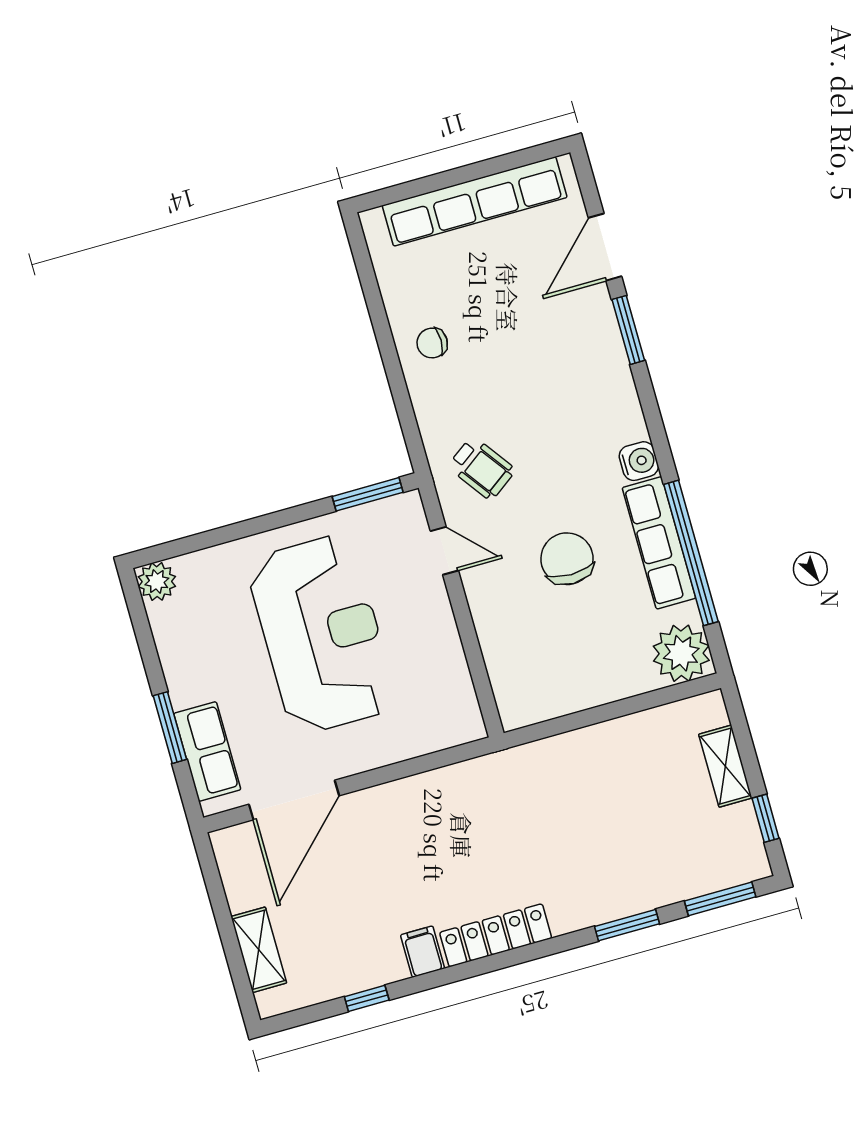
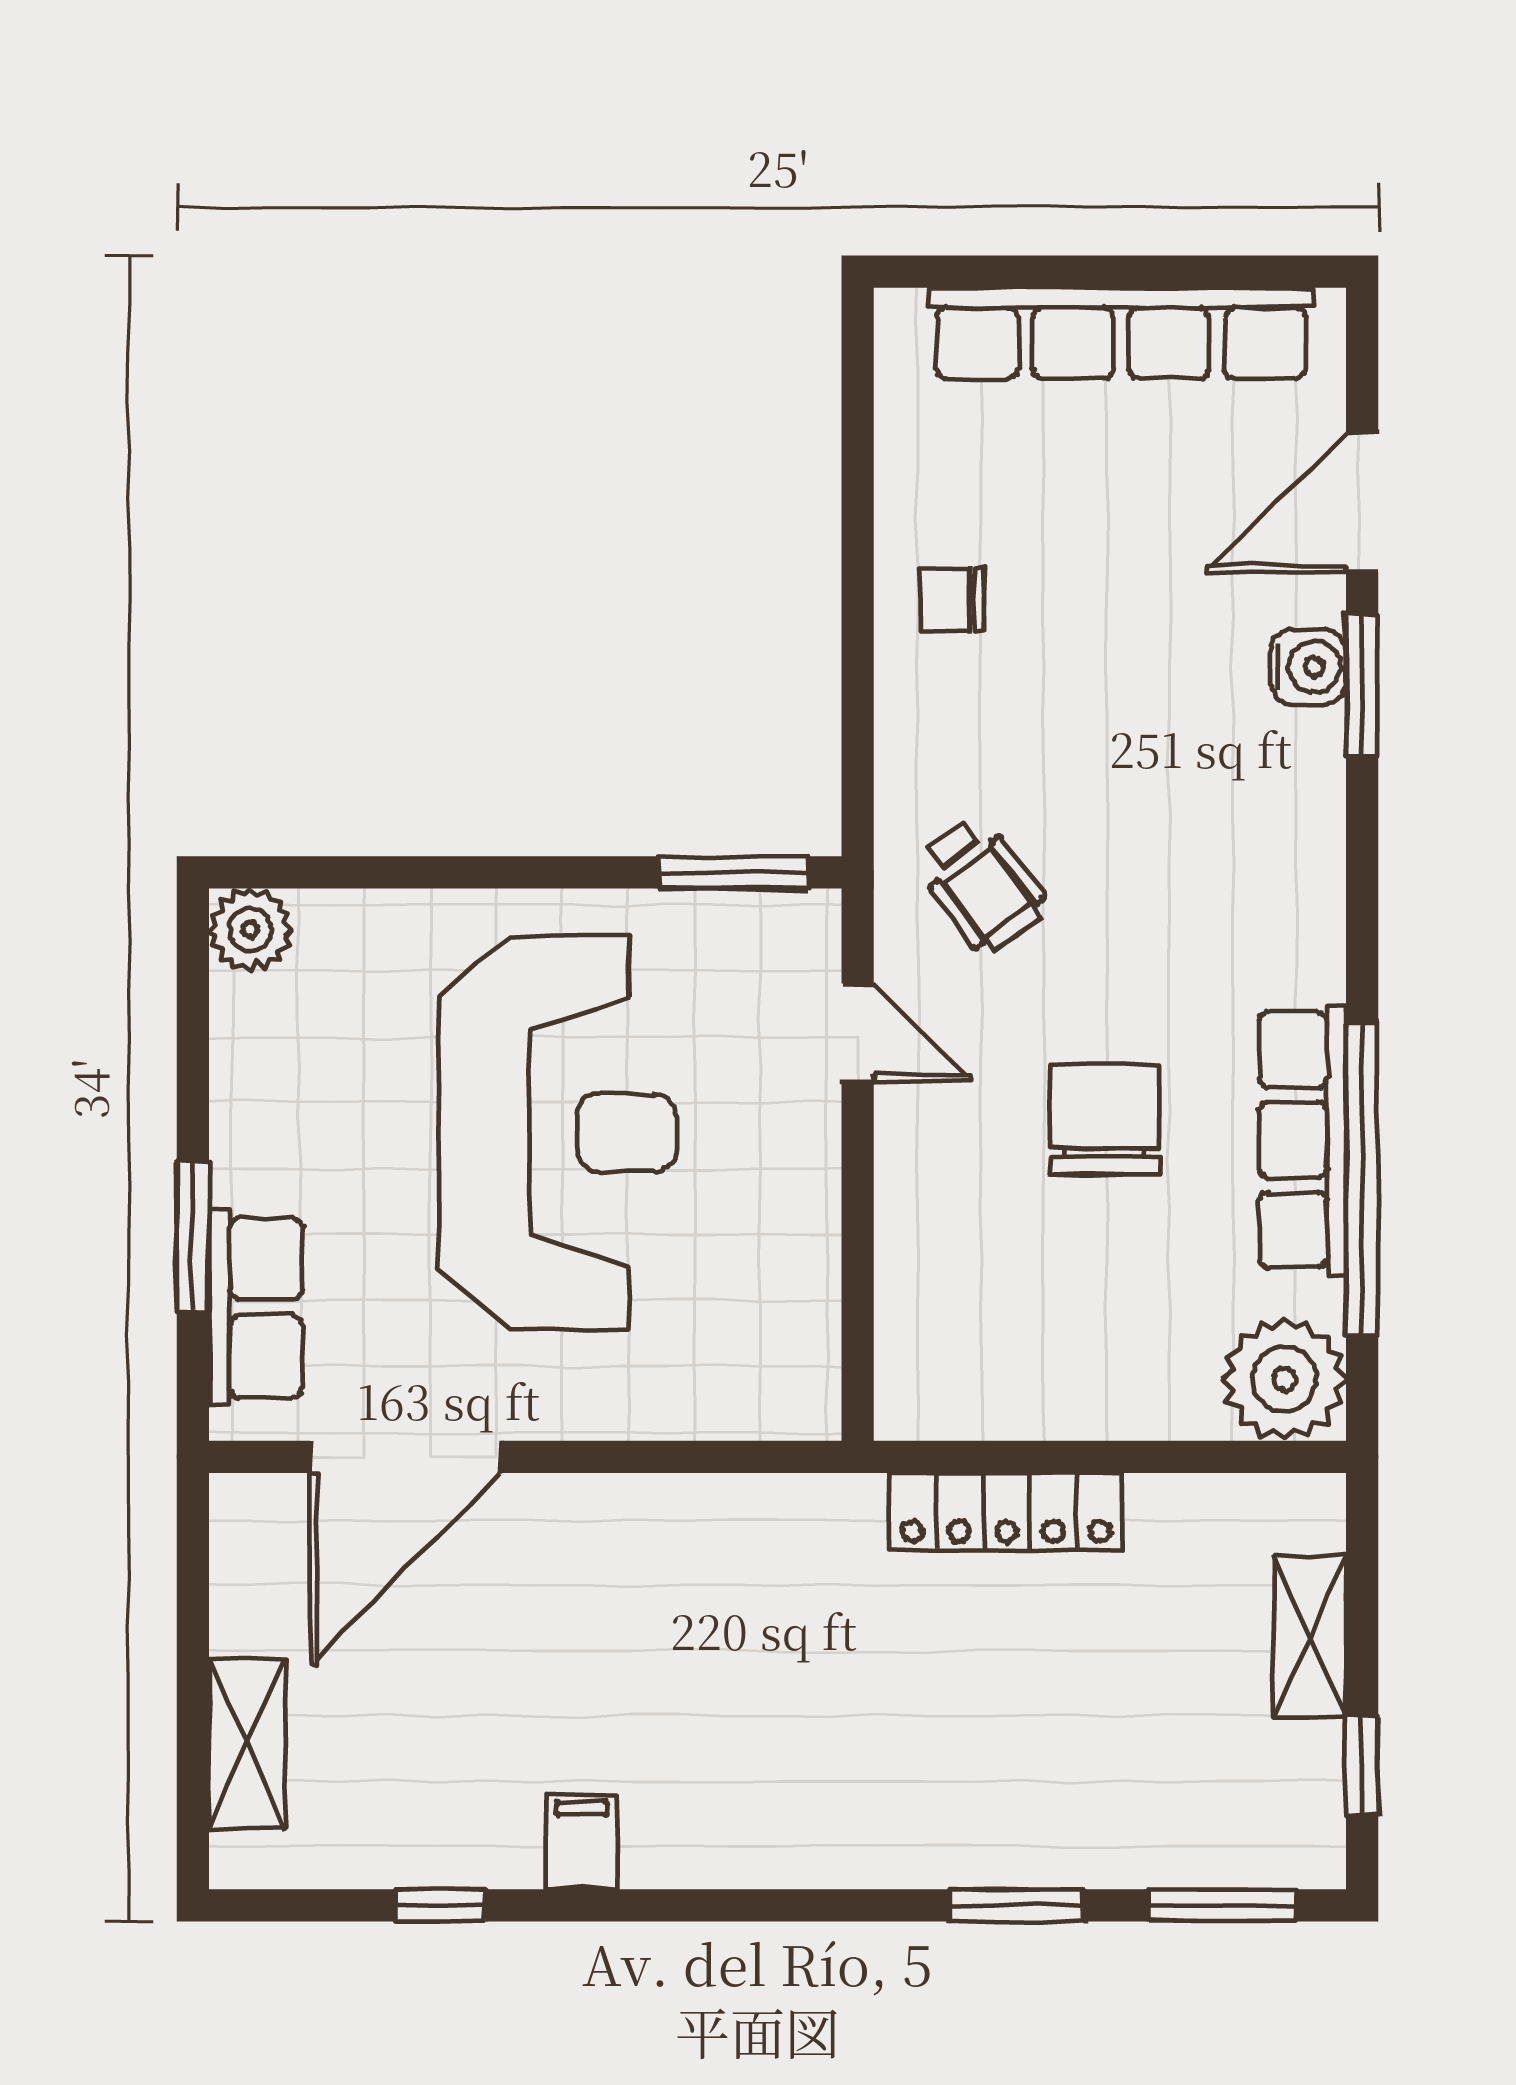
water cooler: (639, 461) -> (1308, 667), moved
locker: (496, 935) -> (1006, 1512), moved, turned 180

